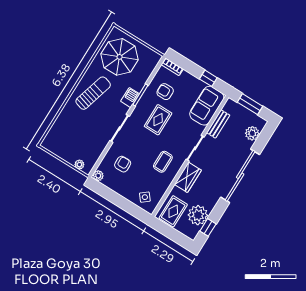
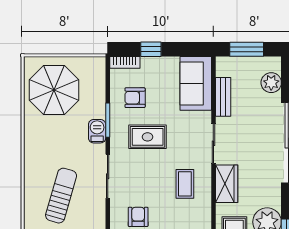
window: (208, 78) -> (151, 49), moved
sun lounger: (93, 93) -> (61, 196), moved
rug: (158, 120) -> (148, 137), turned 90

